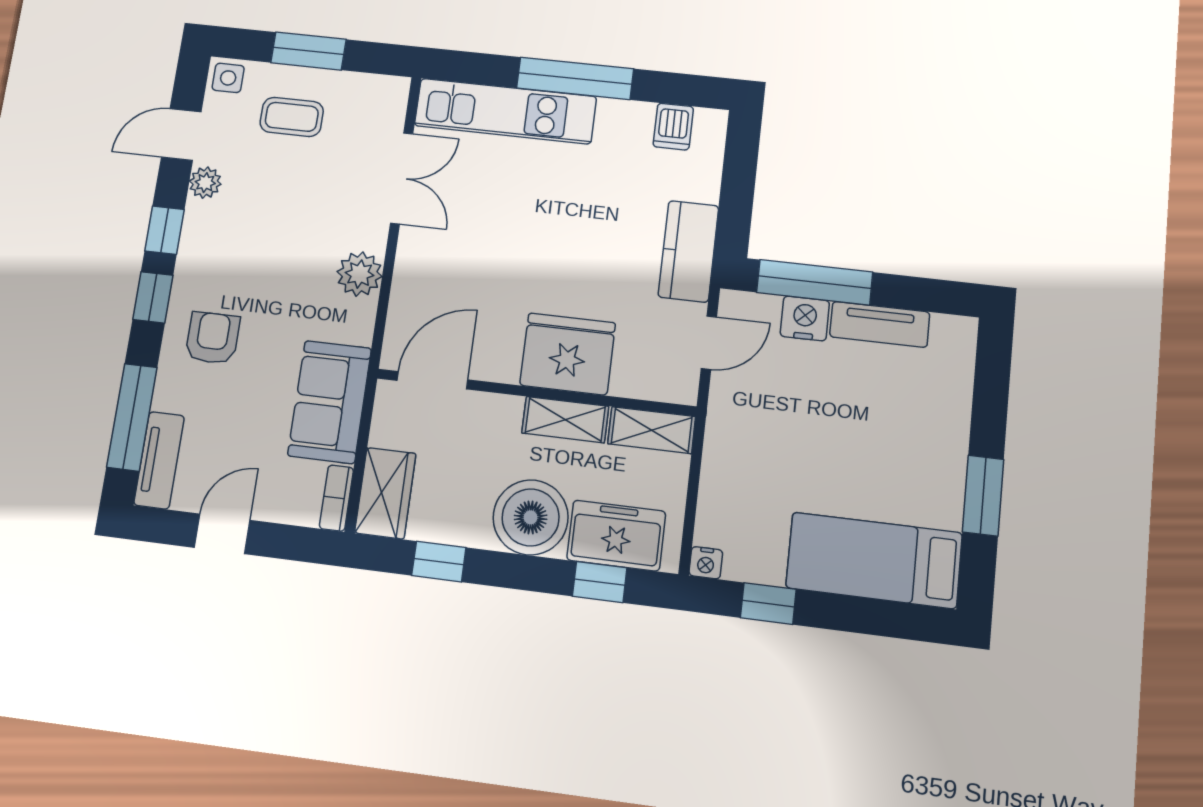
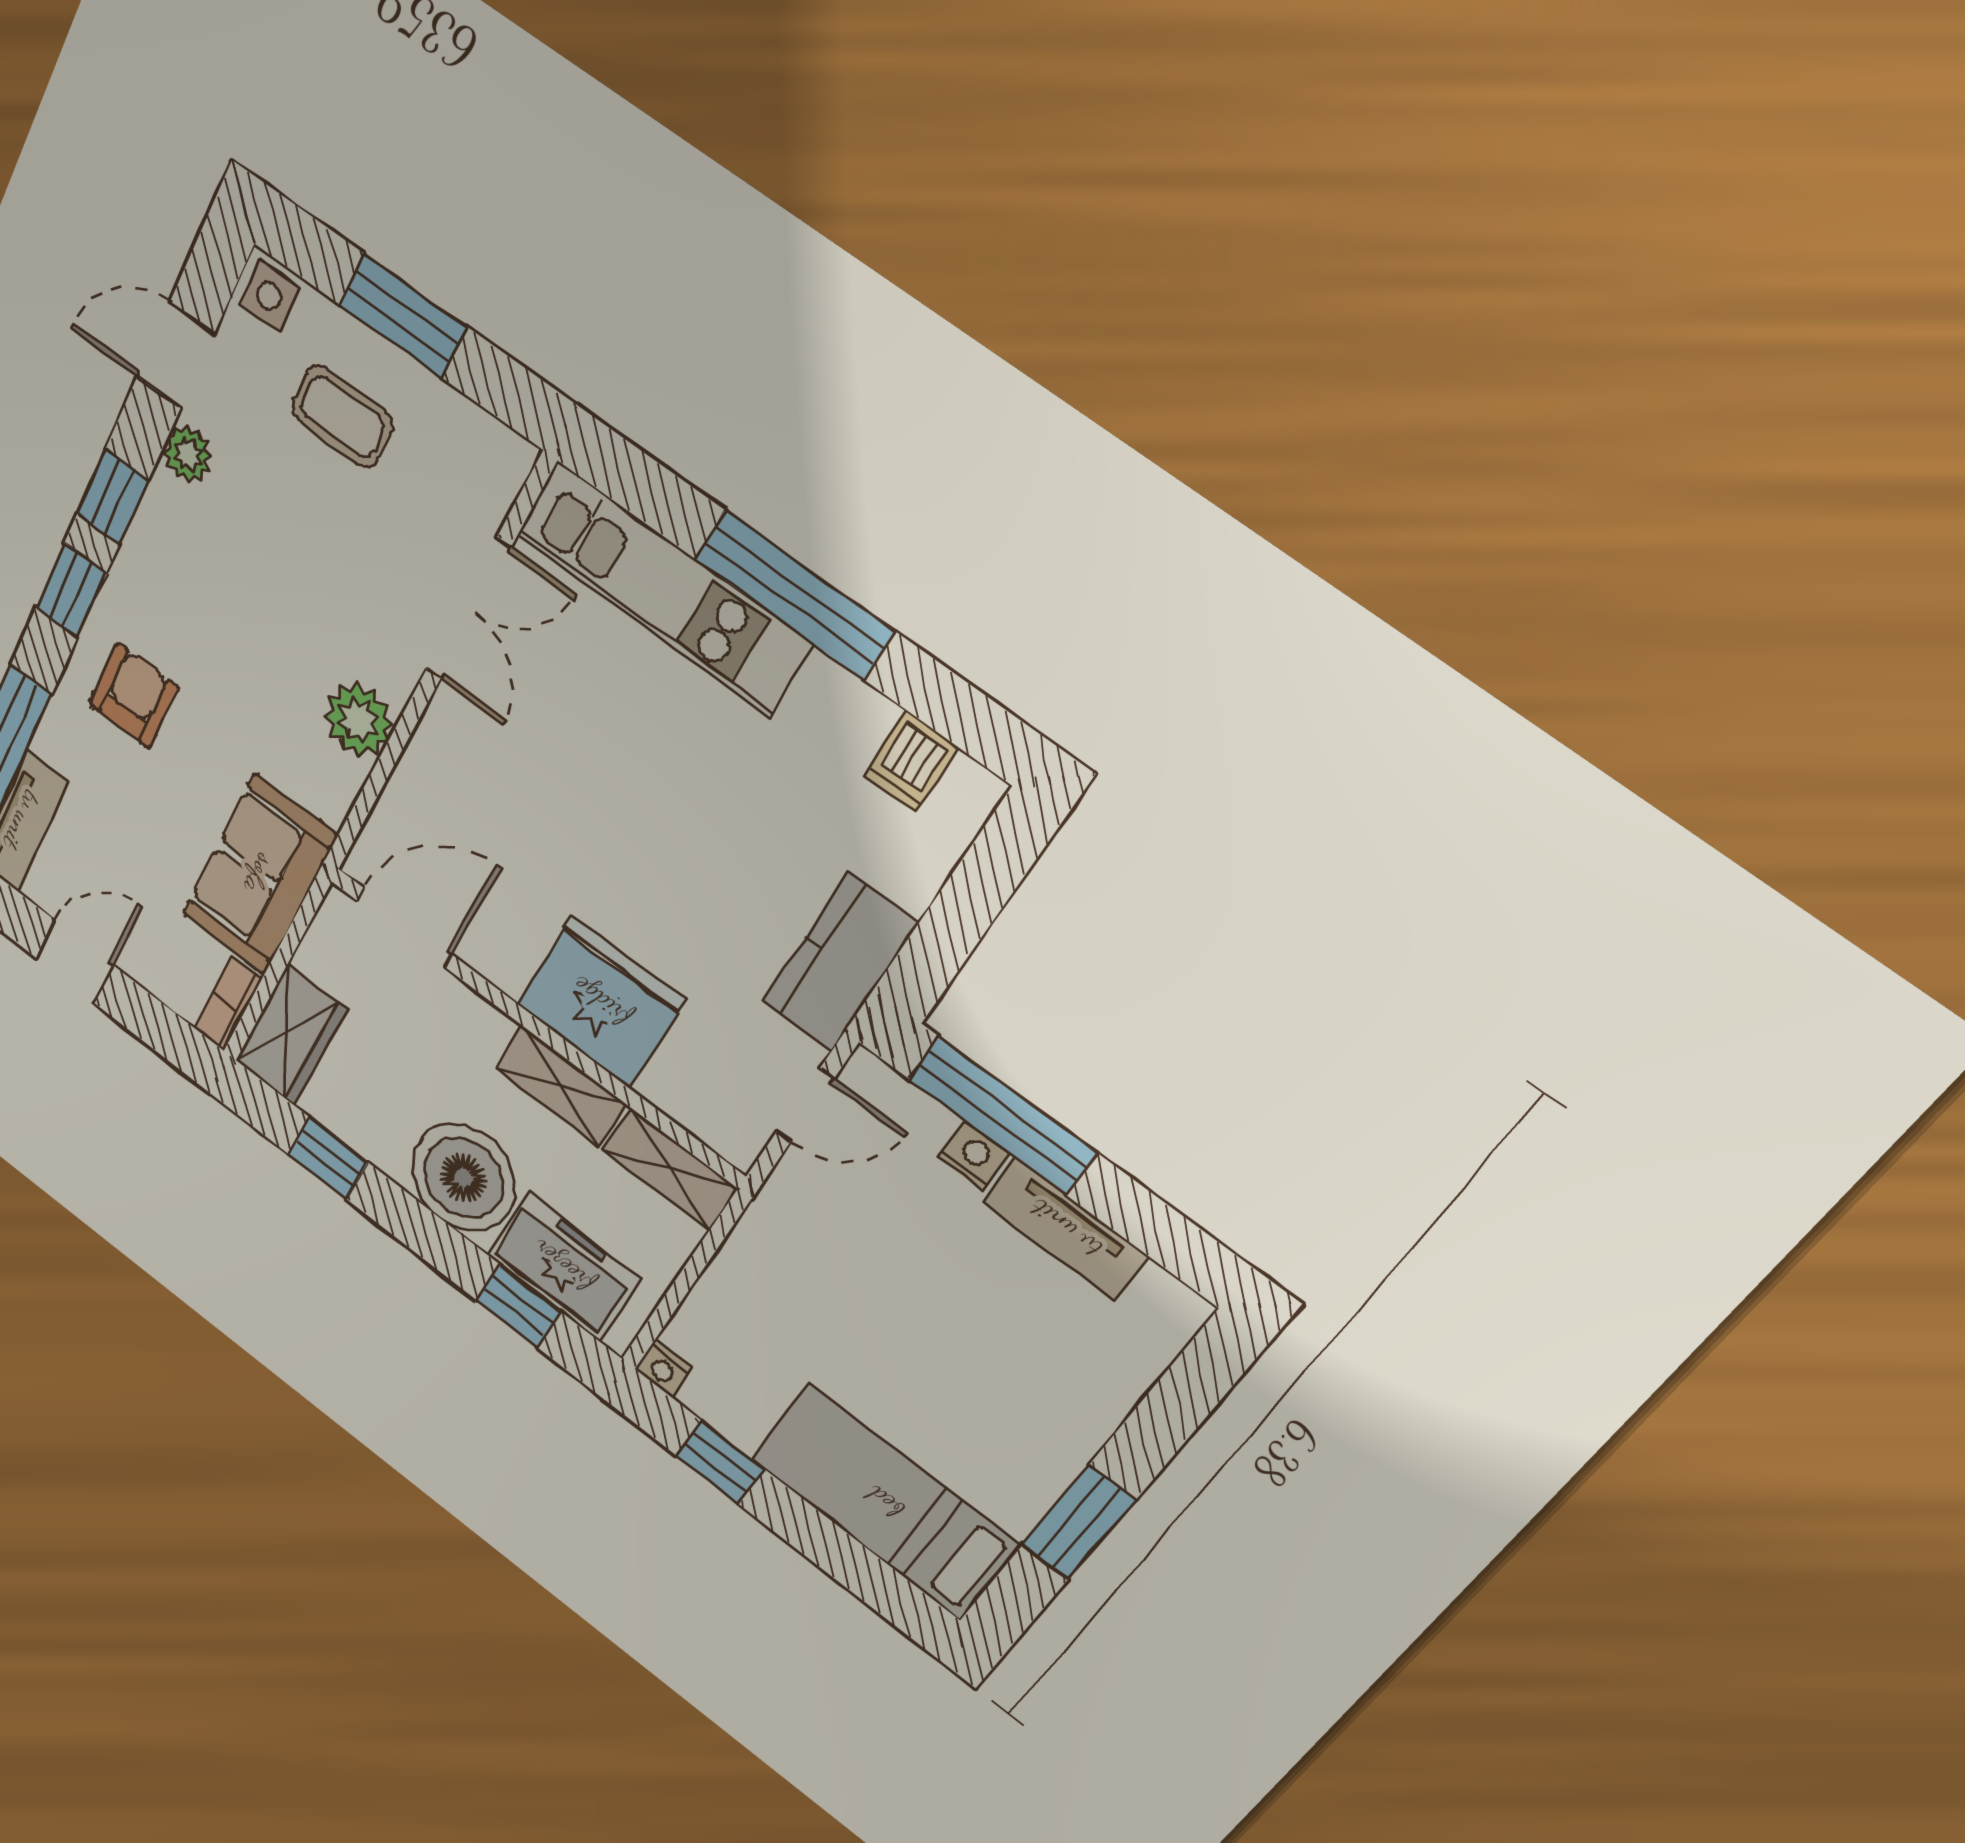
nightstand: (805, 318) -> (974, 1156), width x0.72, depth x0.74

